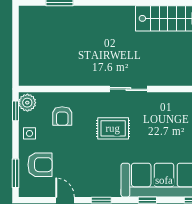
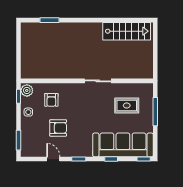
rug: (113, 128) -> (127, 106), moved
armchair: (40, 165) -> (58, 128), moved

